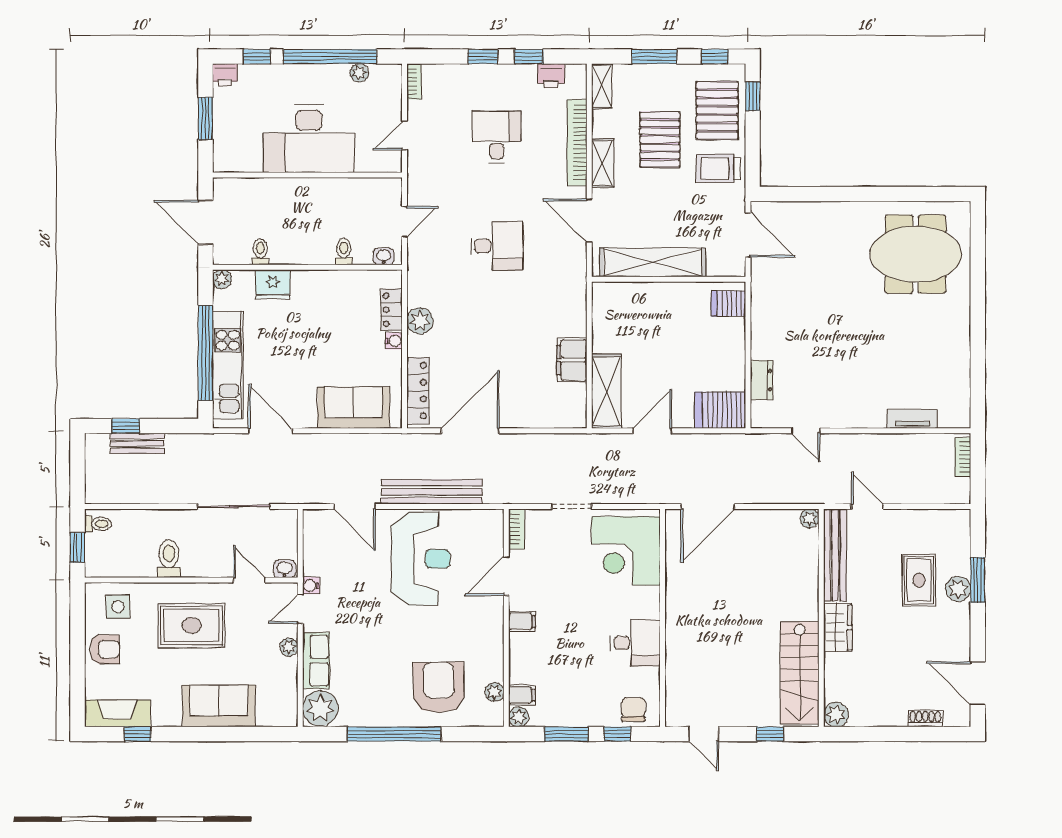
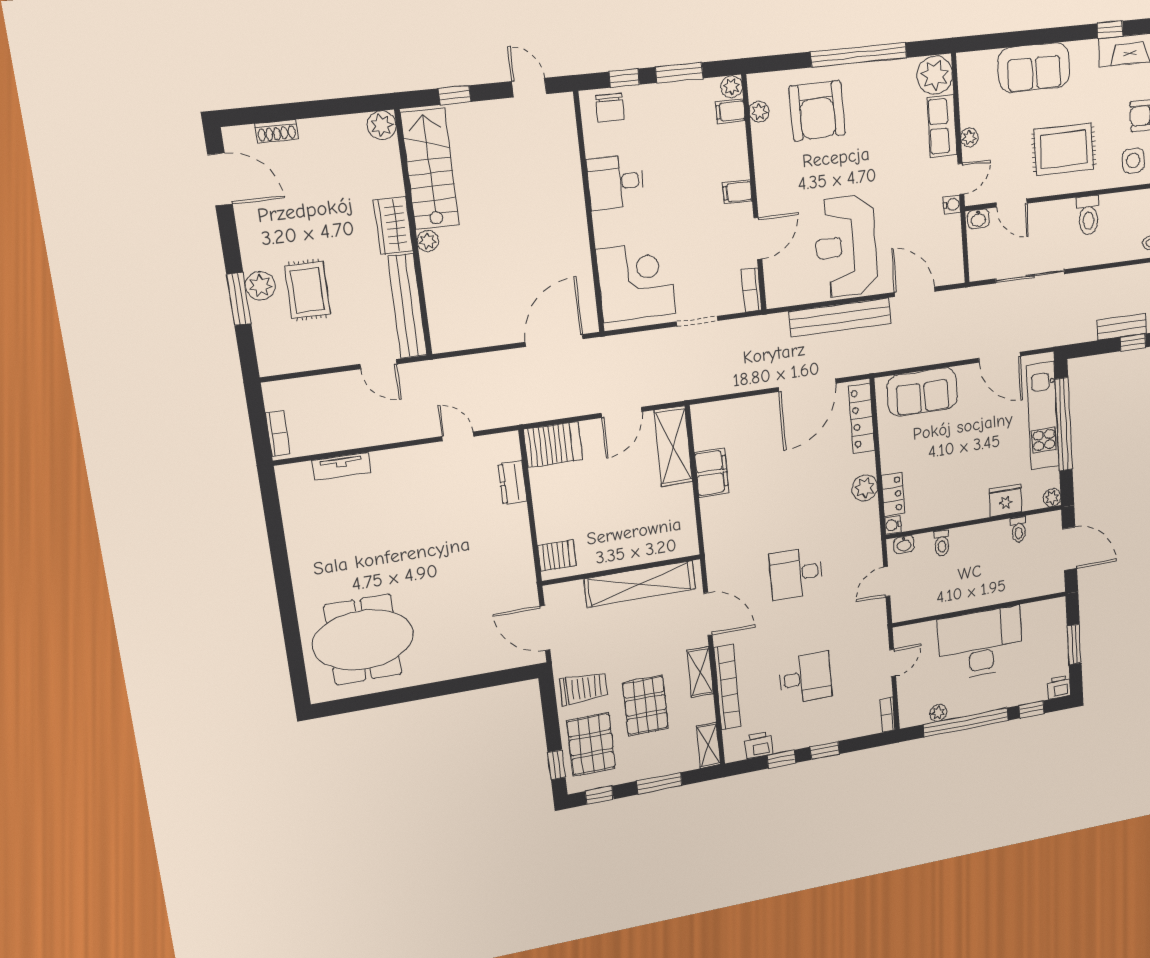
desk: (497, 137) -> (805, 678), turned -90
water cooler: (394, 341) -> (893, 525), moved
plant: (810, 518) -> (428, 241), moved

